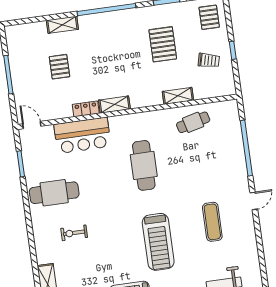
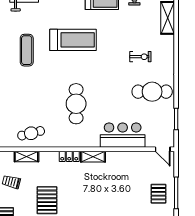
pallet: (59, 67) -> (158, 194), moved
shelving: (178, 96) -> (26, 156), moved
locker: (86, 109) -> (69, 156), moved
treadmill: (158, 242) -> (73, 40), turned 90

